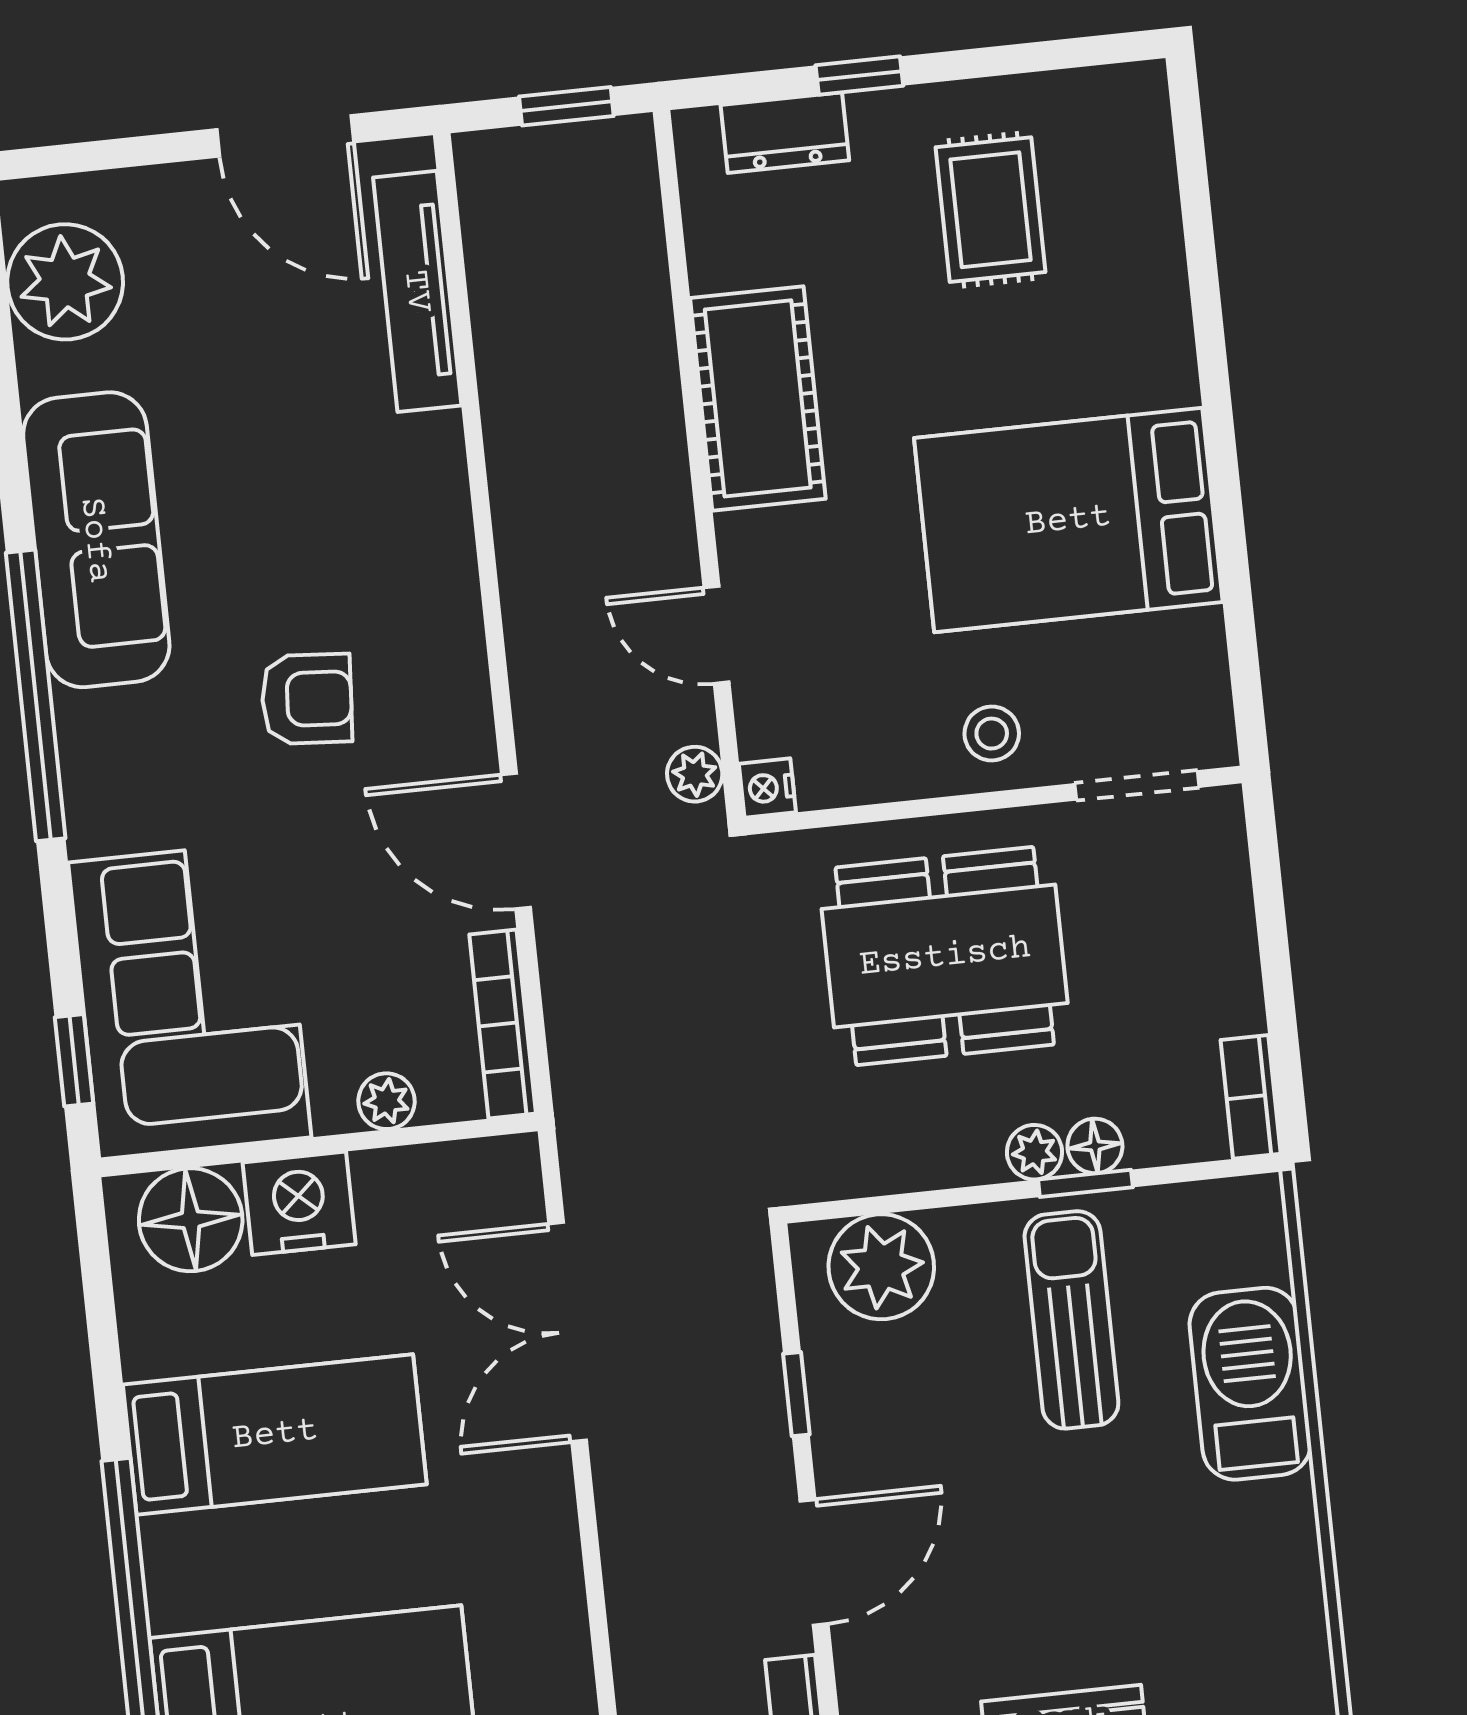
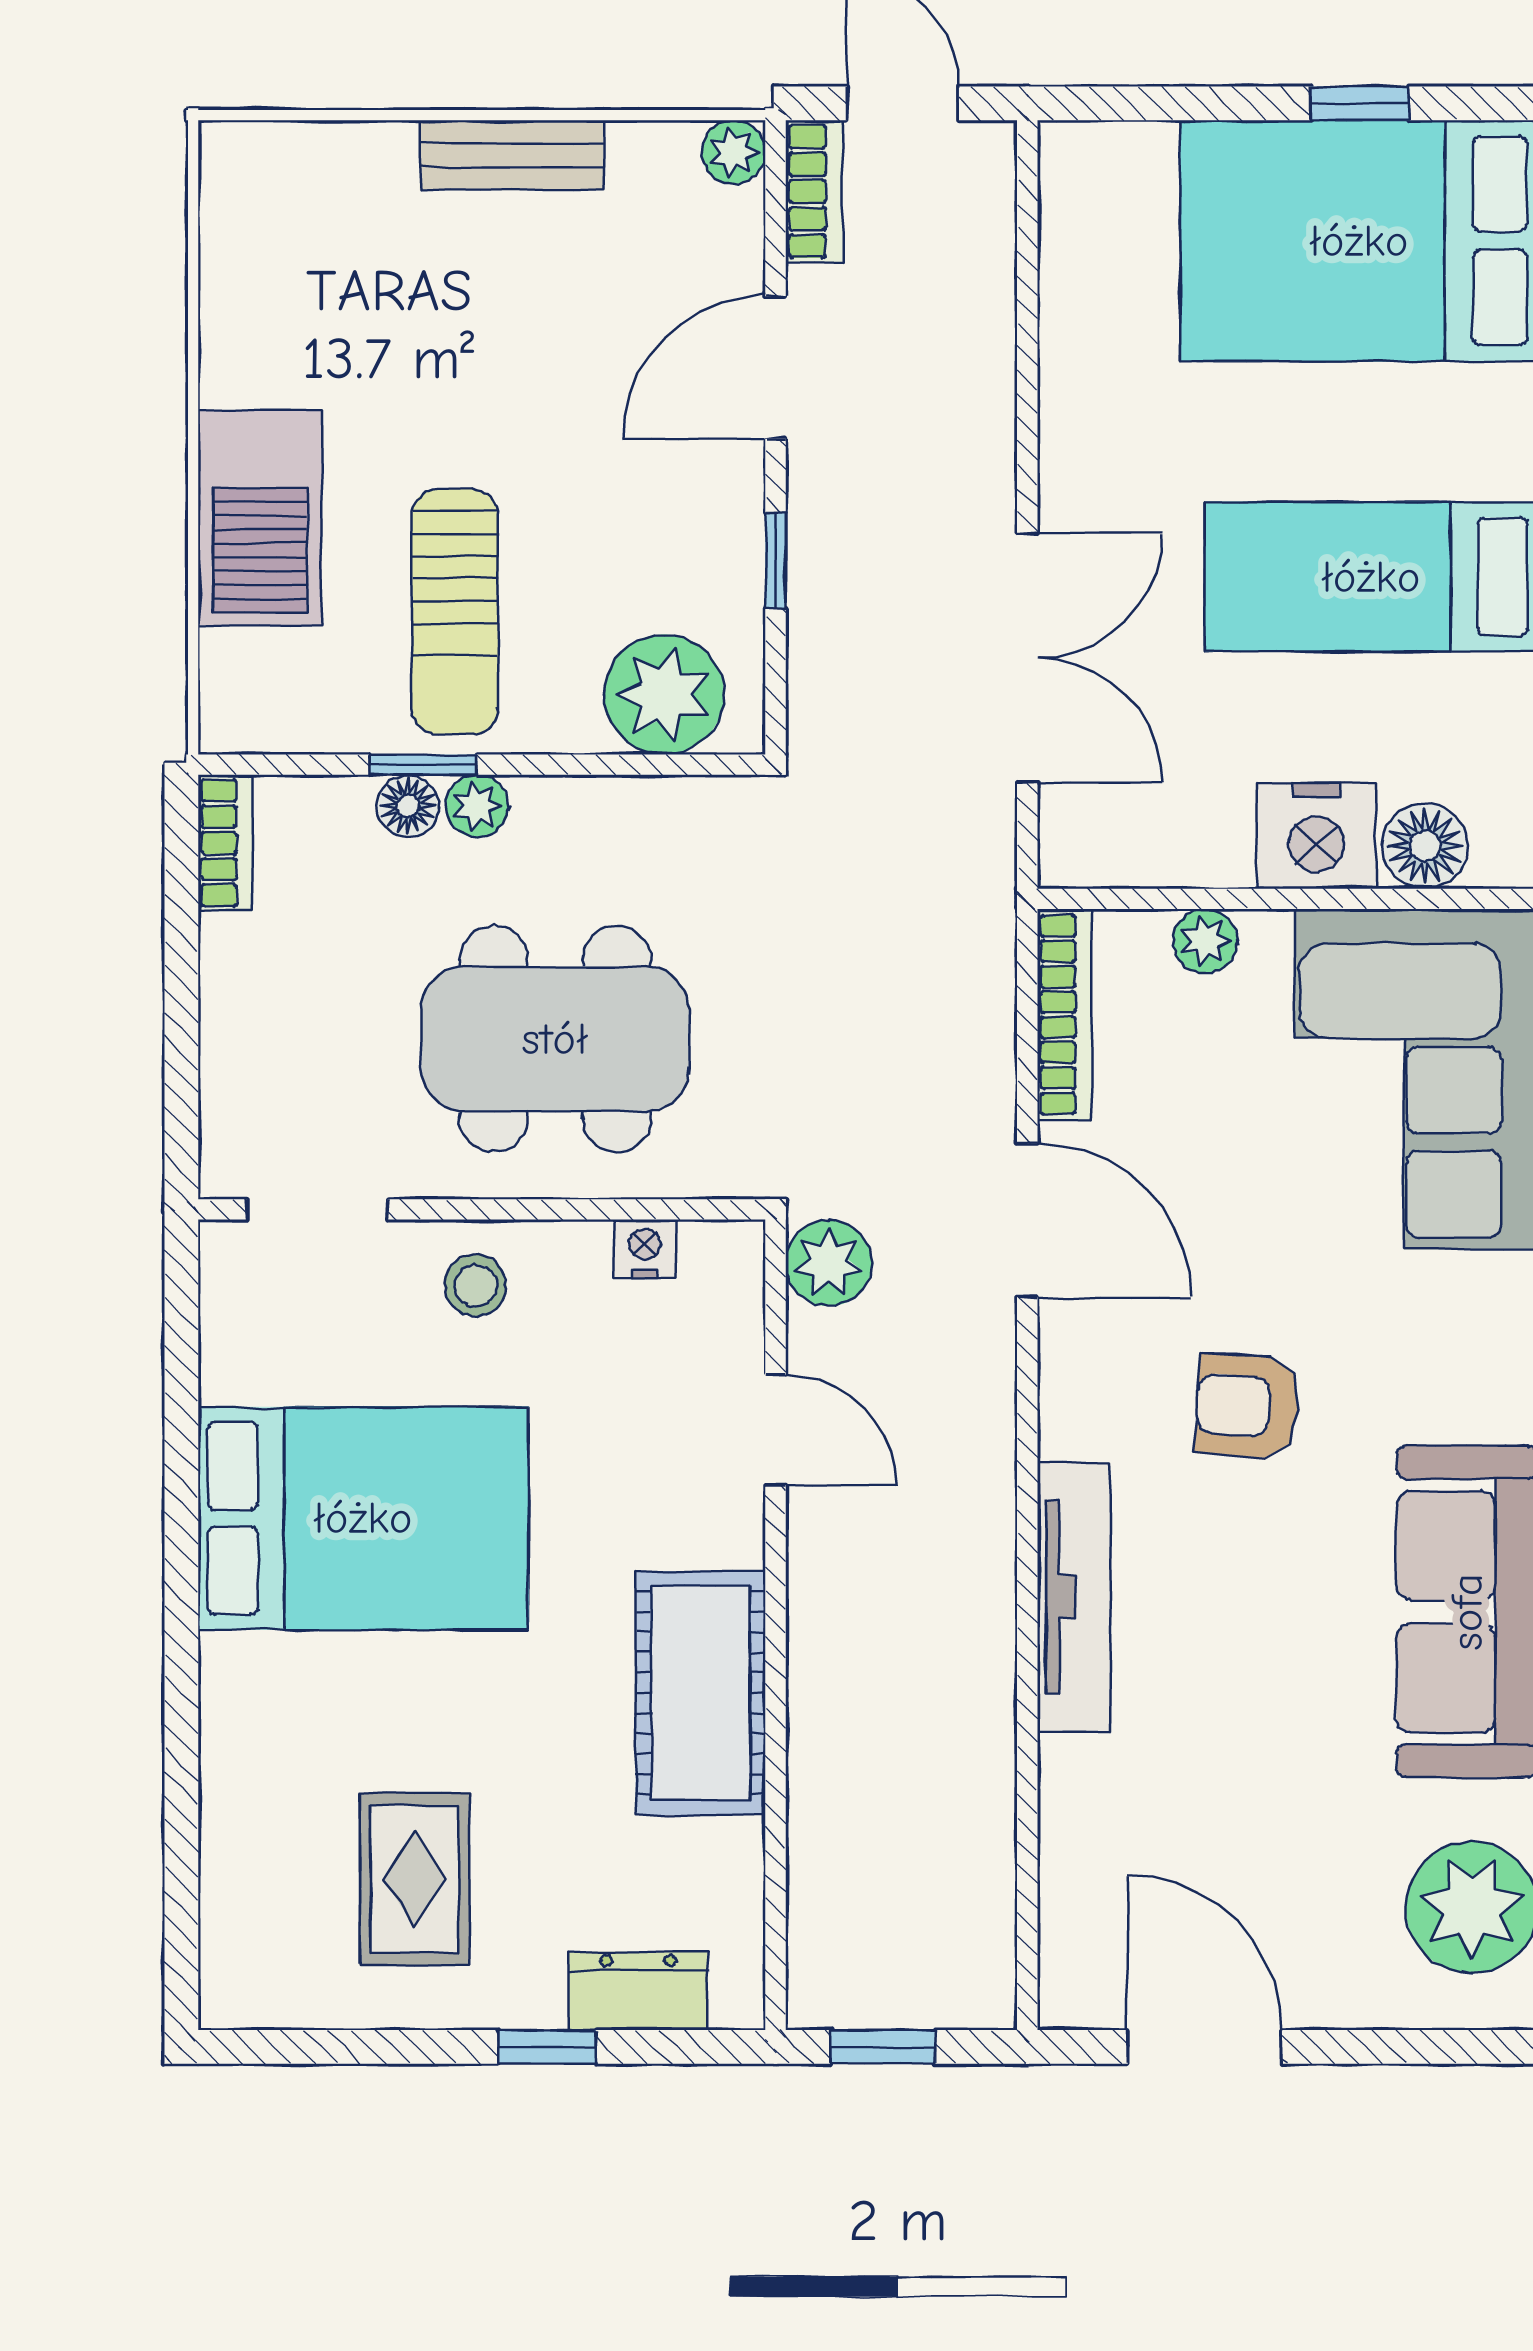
tv unit: (417, 291) -> (1074, 1597), moved
plant: (695, 774) -> (829, 1263), width x1.38, depth x1.38
nightstand: (767, 788) -> (645, 1249), moved, turned -90
floor lamp: (191, 1220) -> (1425, 846), width x0.73, depth x0.73

